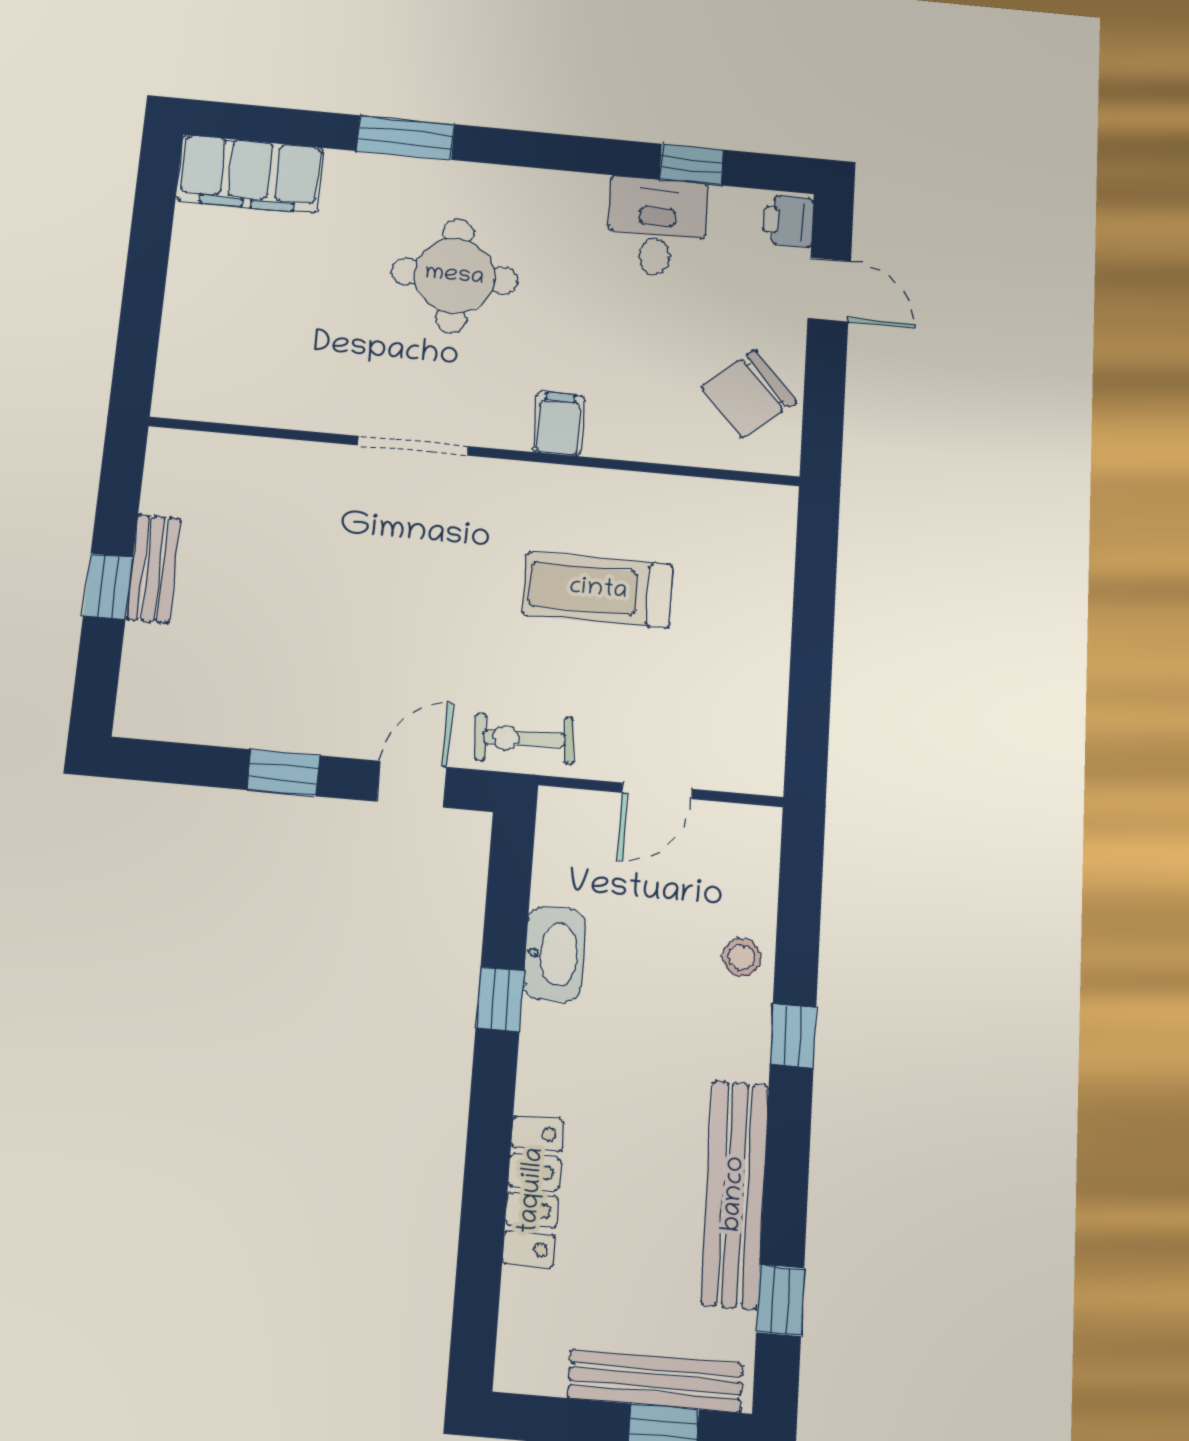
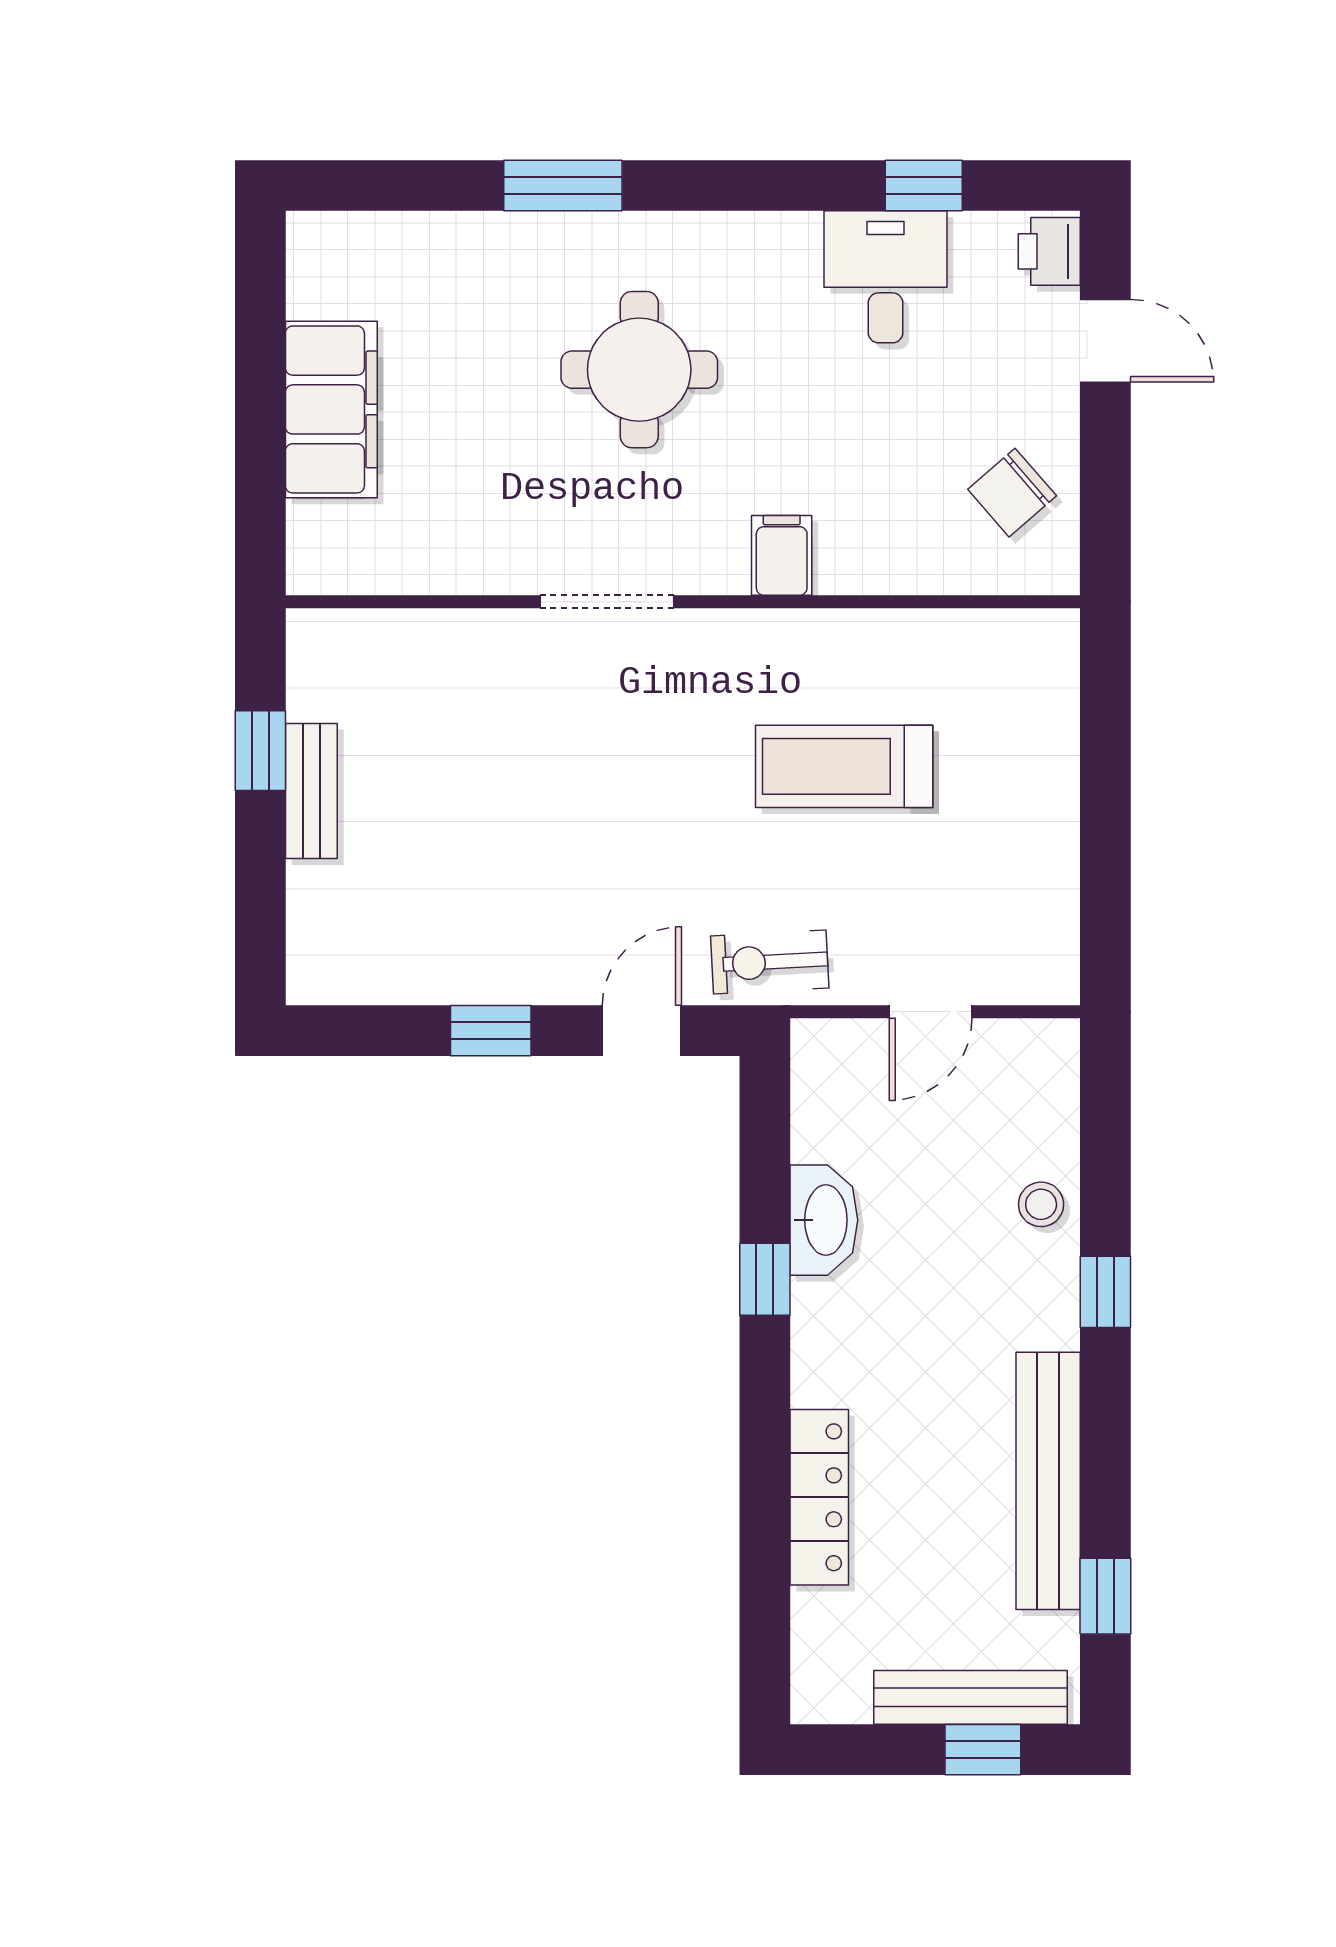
filing cabinet: (250, 174) -> (331, 409), moved, turned -90
chair: (748, 394) -> (1012, 493), width x0.73, depth x0.73
window: (108, 586) -> (260, 751), moved

